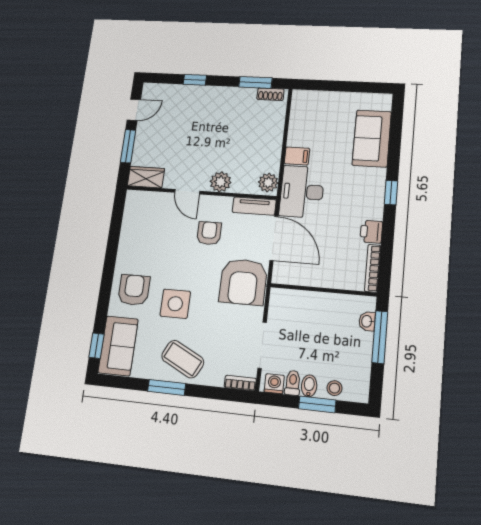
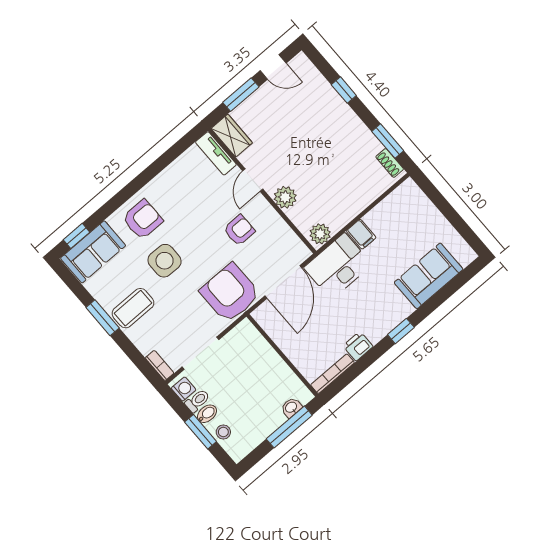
tv unit: (254, 206) -> (216, 153), moved
armchair: (243, 282) -> (230, 293), turned 90
coffee table: (183, 359) -> (133, 308), turned 63

